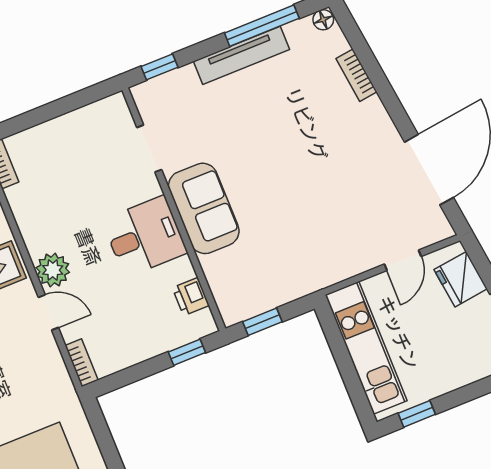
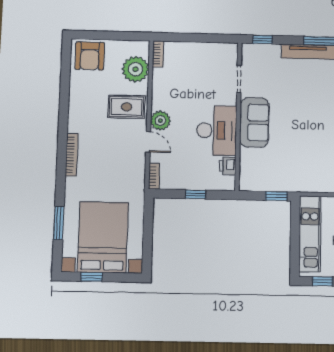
desk: (145, 236) -> (217, 130), width x1.37
window: (262, 322) -> (276, 196), moved
window: (187, 352) -> (195, 194), moved

